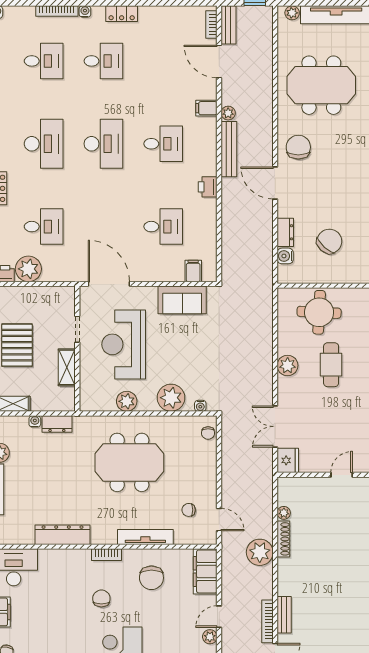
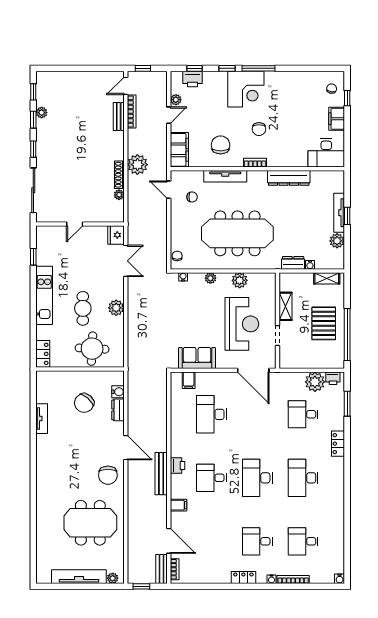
plant: (228, 113) -> (162, 501), removed
printer: (208, 187) -> (177, 465), moved
desk: (163, 227) -> (212, 414), width x1.37
plant: (171, 398) -> (210, 278), width x0.53, depth x0.53
meeting table: (129, 462) -> (237, 233), width x1.36

